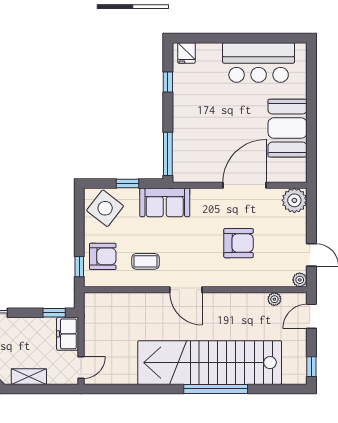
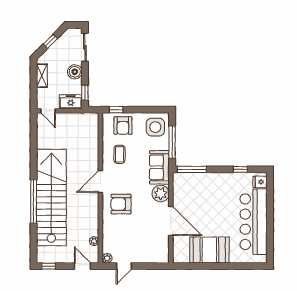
bar counter: (259, 62) -> (254, 222), width x1.36
window: (127, 183) -> (172, 142), width x2.17
plant: (294, 200) -> (161, 194), moved
side table: (105, 208) -> (155, 127), turned -38
armchair: (239, 243) -> (121, 204), moved, turned 90
boiler: (23, 328) -> (75, 72), added

